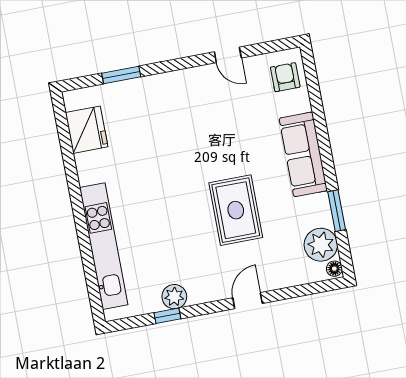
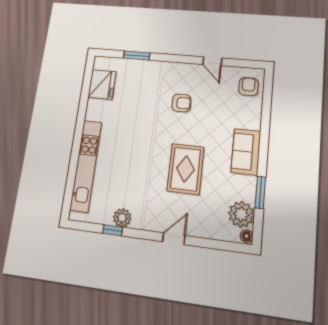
armchair: (204, 125) -> (181, 103), added
sofa: (303, 154) -> (246, 152), width x0.73

